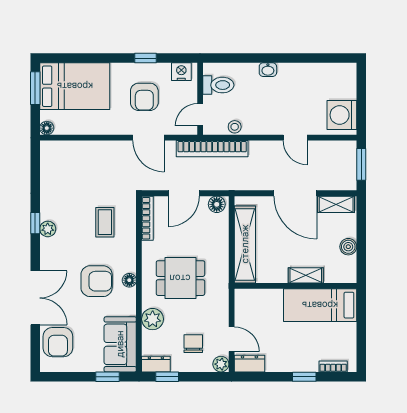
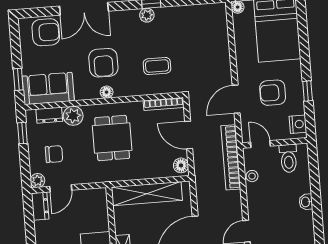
armchair: (58, 342) -> (46, 32), turned 180
dresser: (156, 364) -> (49, 115), moved, turned 90

